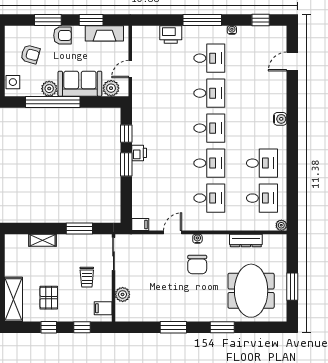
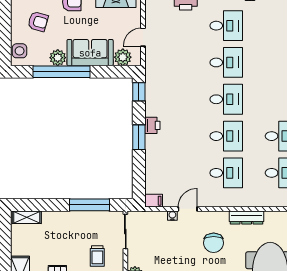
window: (126, 134) -> (139, 92), moved
window: (79, 228) -> (90, 205), width x1.44
water cooler: (197, 239) -> (172, 216), moved
shelving: (43, 240) -> (27, 217), moved
dresser: (246, 240) -> (247, 217), moved

